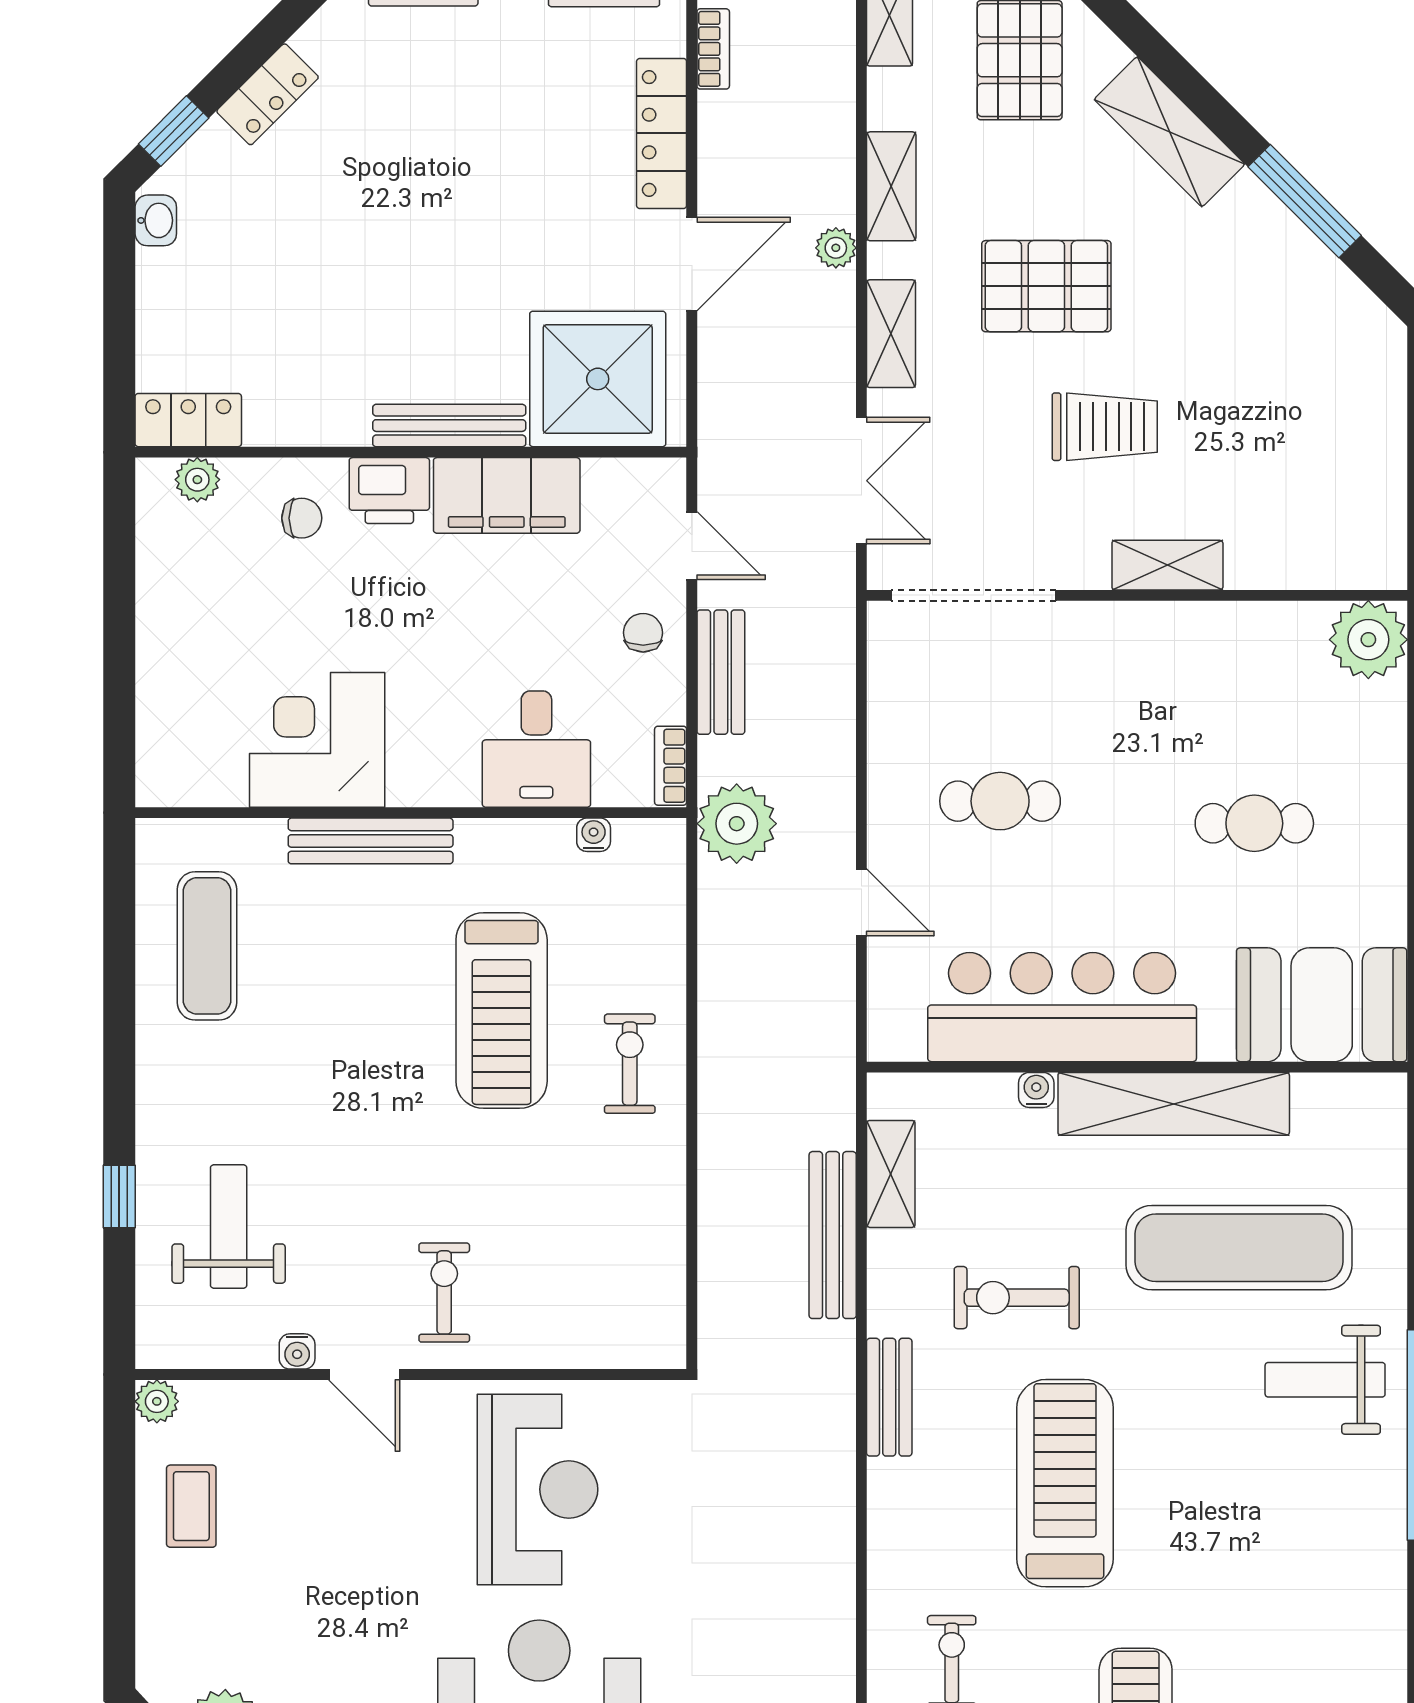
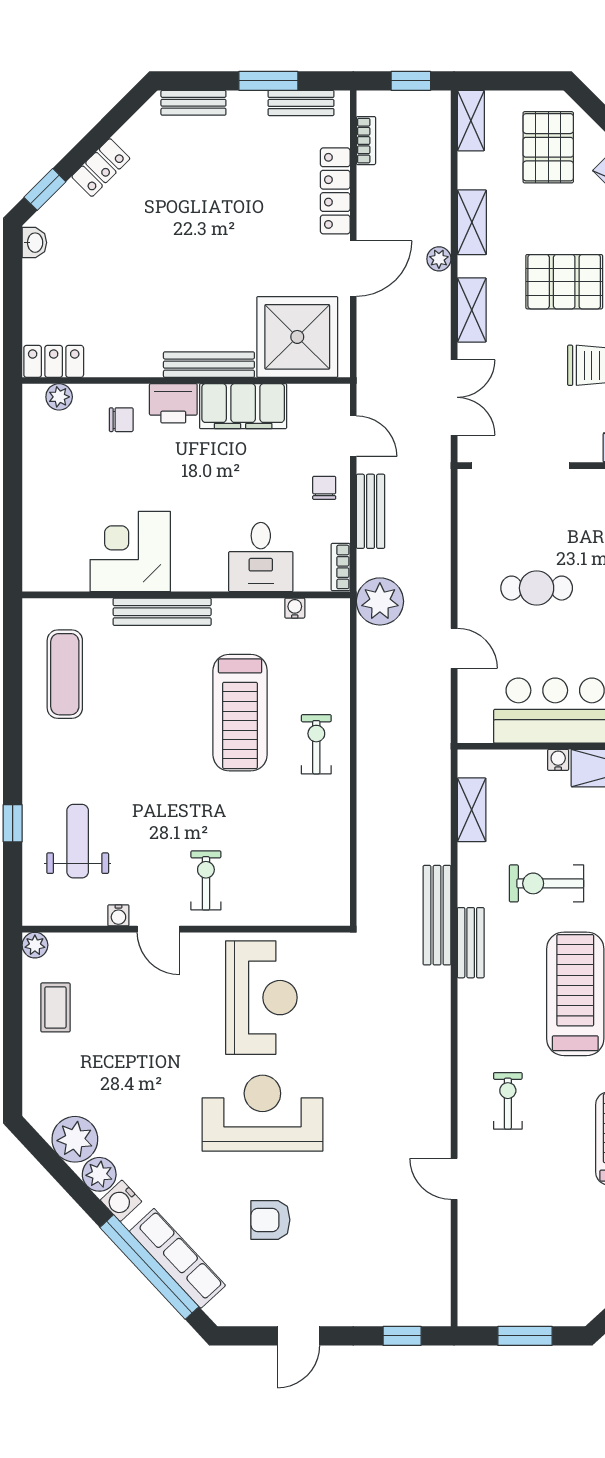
bench: (833, 1235) -> (437, 915), moved

